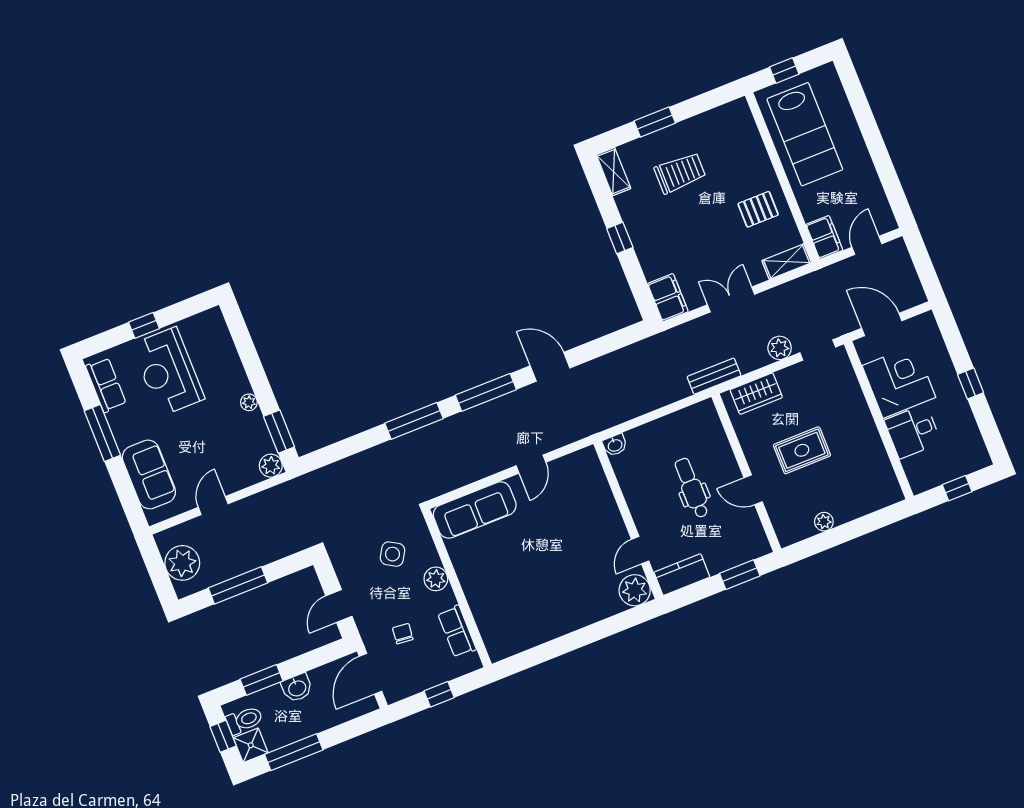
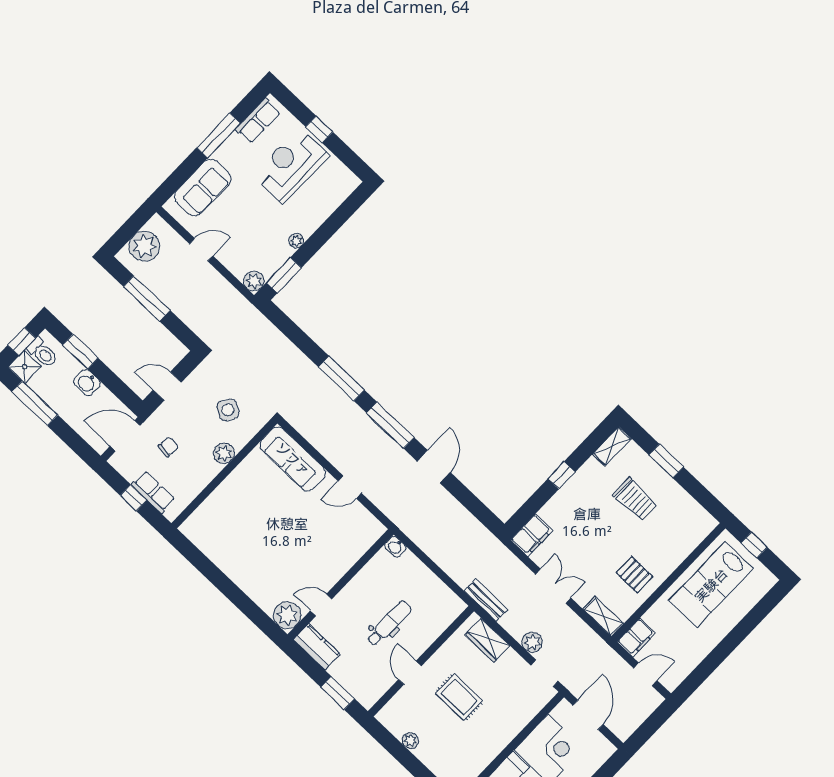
row of seats: (457, 631) -> (153, 492), moved, turned 90

